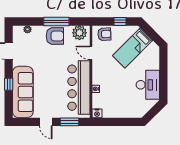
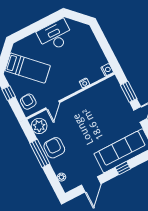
bar counter: (79, 88) -> (92, 100), removed

